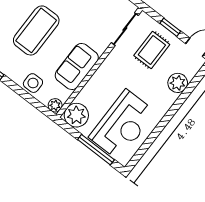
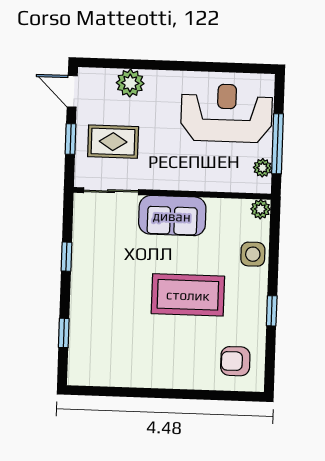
sofa: (77, 66) -> (172, 216), moved
plant: (76, 115) -> (263, 168), width x0.53, depth x0.53
window: (96, 150) -> (278, 144), moved

